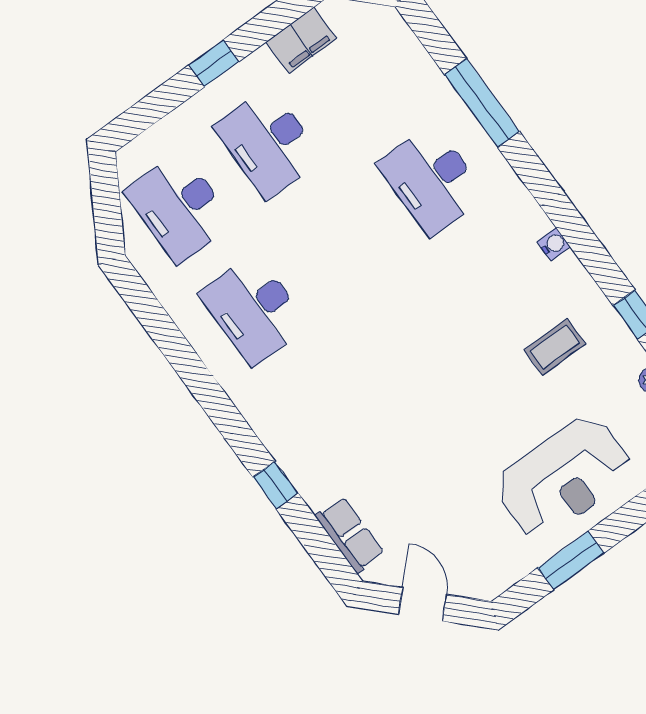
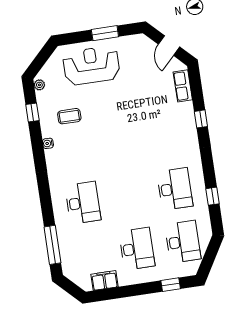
window: (214, 63) -> (171, 285), moved
window: (482, 103) -> (52, 245), moved
water cooler: (554, 244) -> (48, 143), moved
window: (167, 336) -> (213, 196), added

